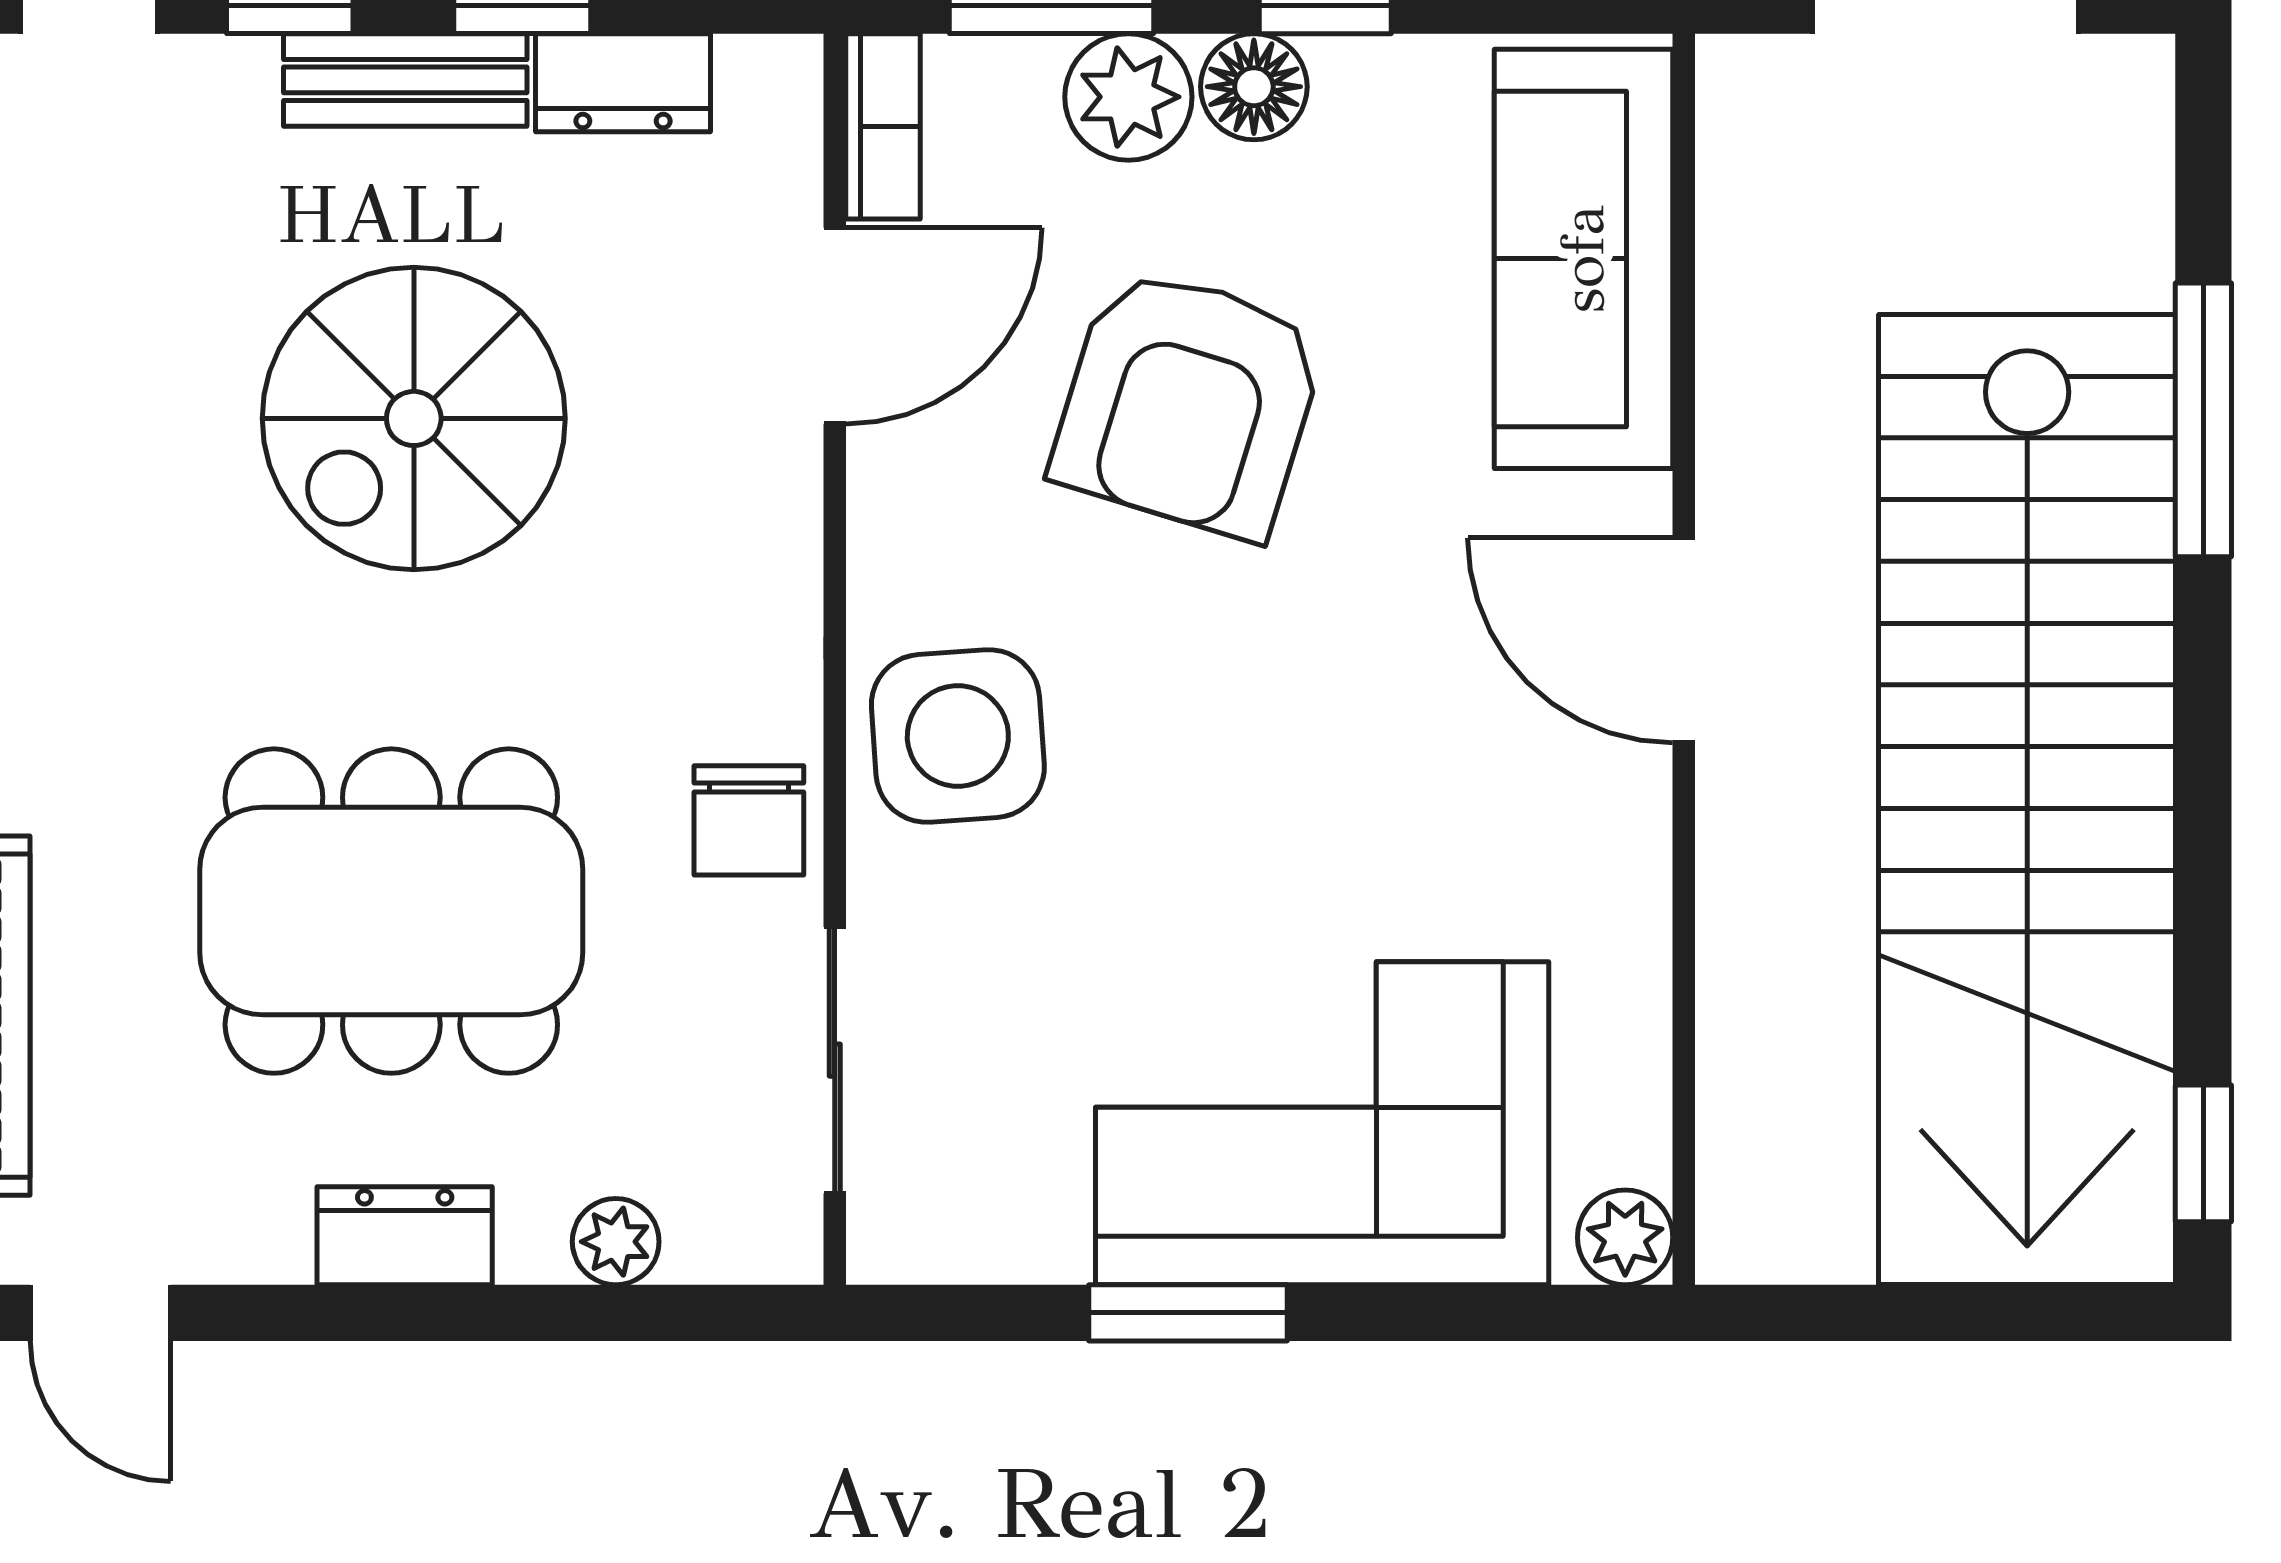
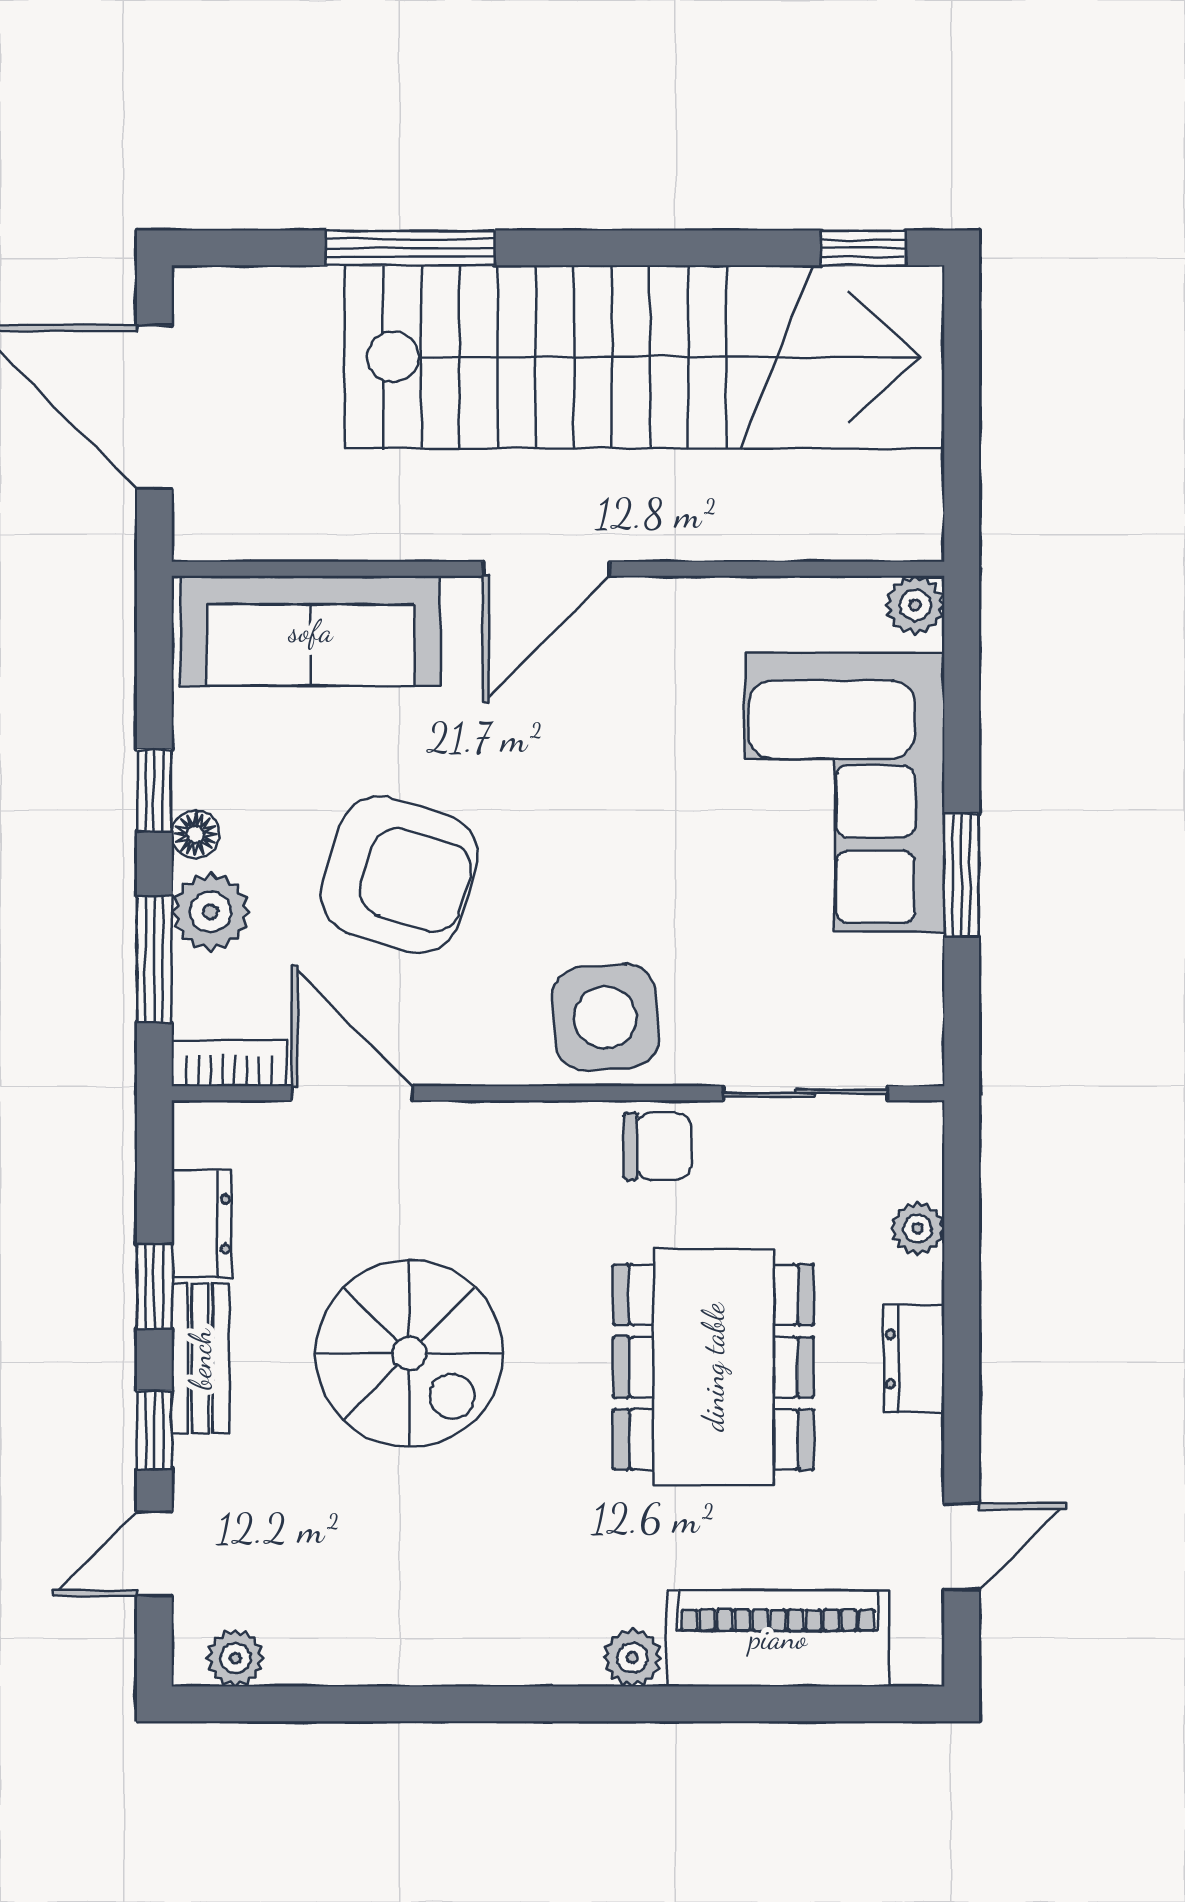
floor lamp: (1254, 87) -> (195, 834), width x0.73, depth x0.73

